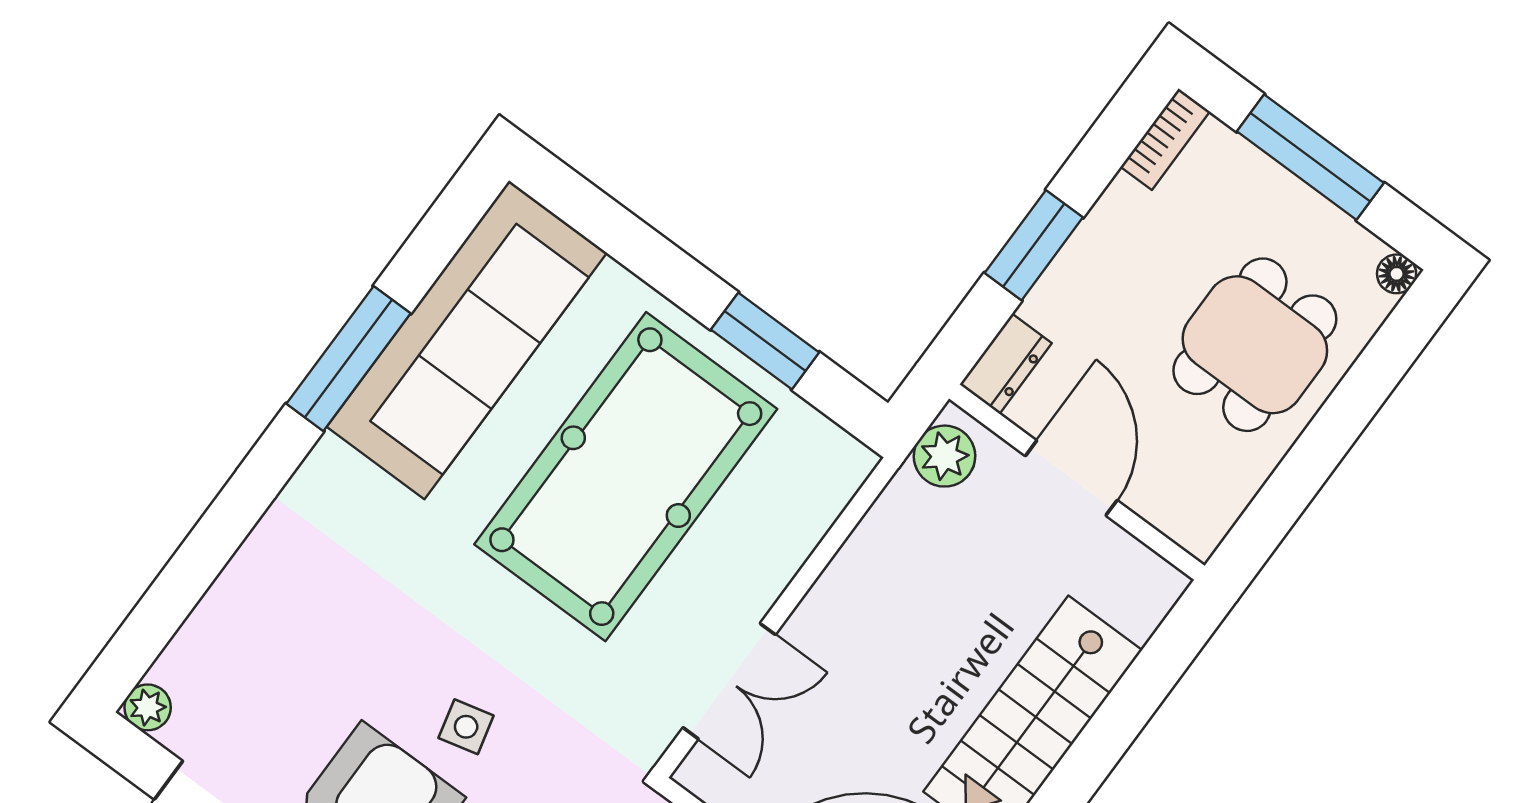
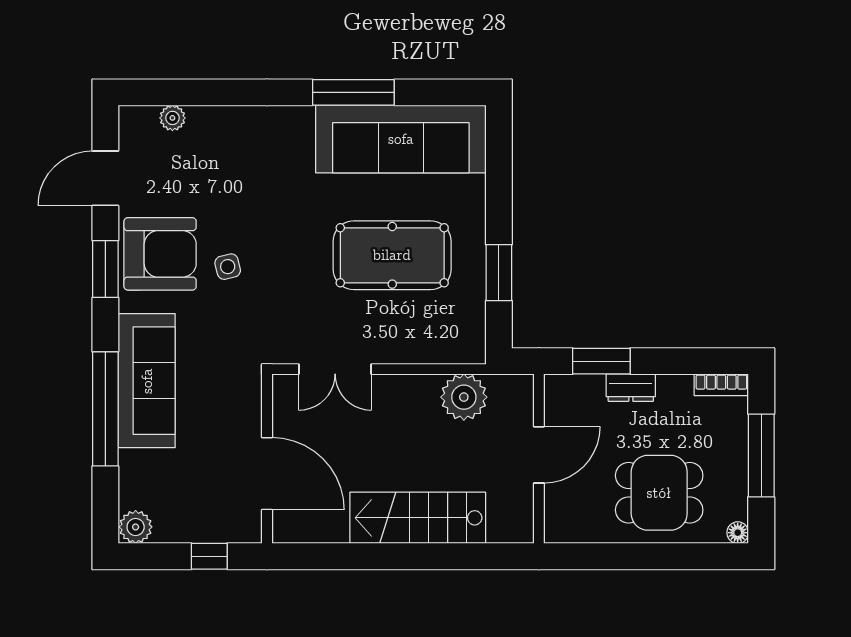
window: (1034, 245) -> (601, 361), moved
dresser: (1006, 364) -> (631, 388), moved
plant: (944, 456) -> (464, 397), moved, width x1.36, depth x1.36
pool table: (626, 477) -> (392, 255), width x0.73, depth x0.76
plant: (148, 707) -> (172, 118), moved

